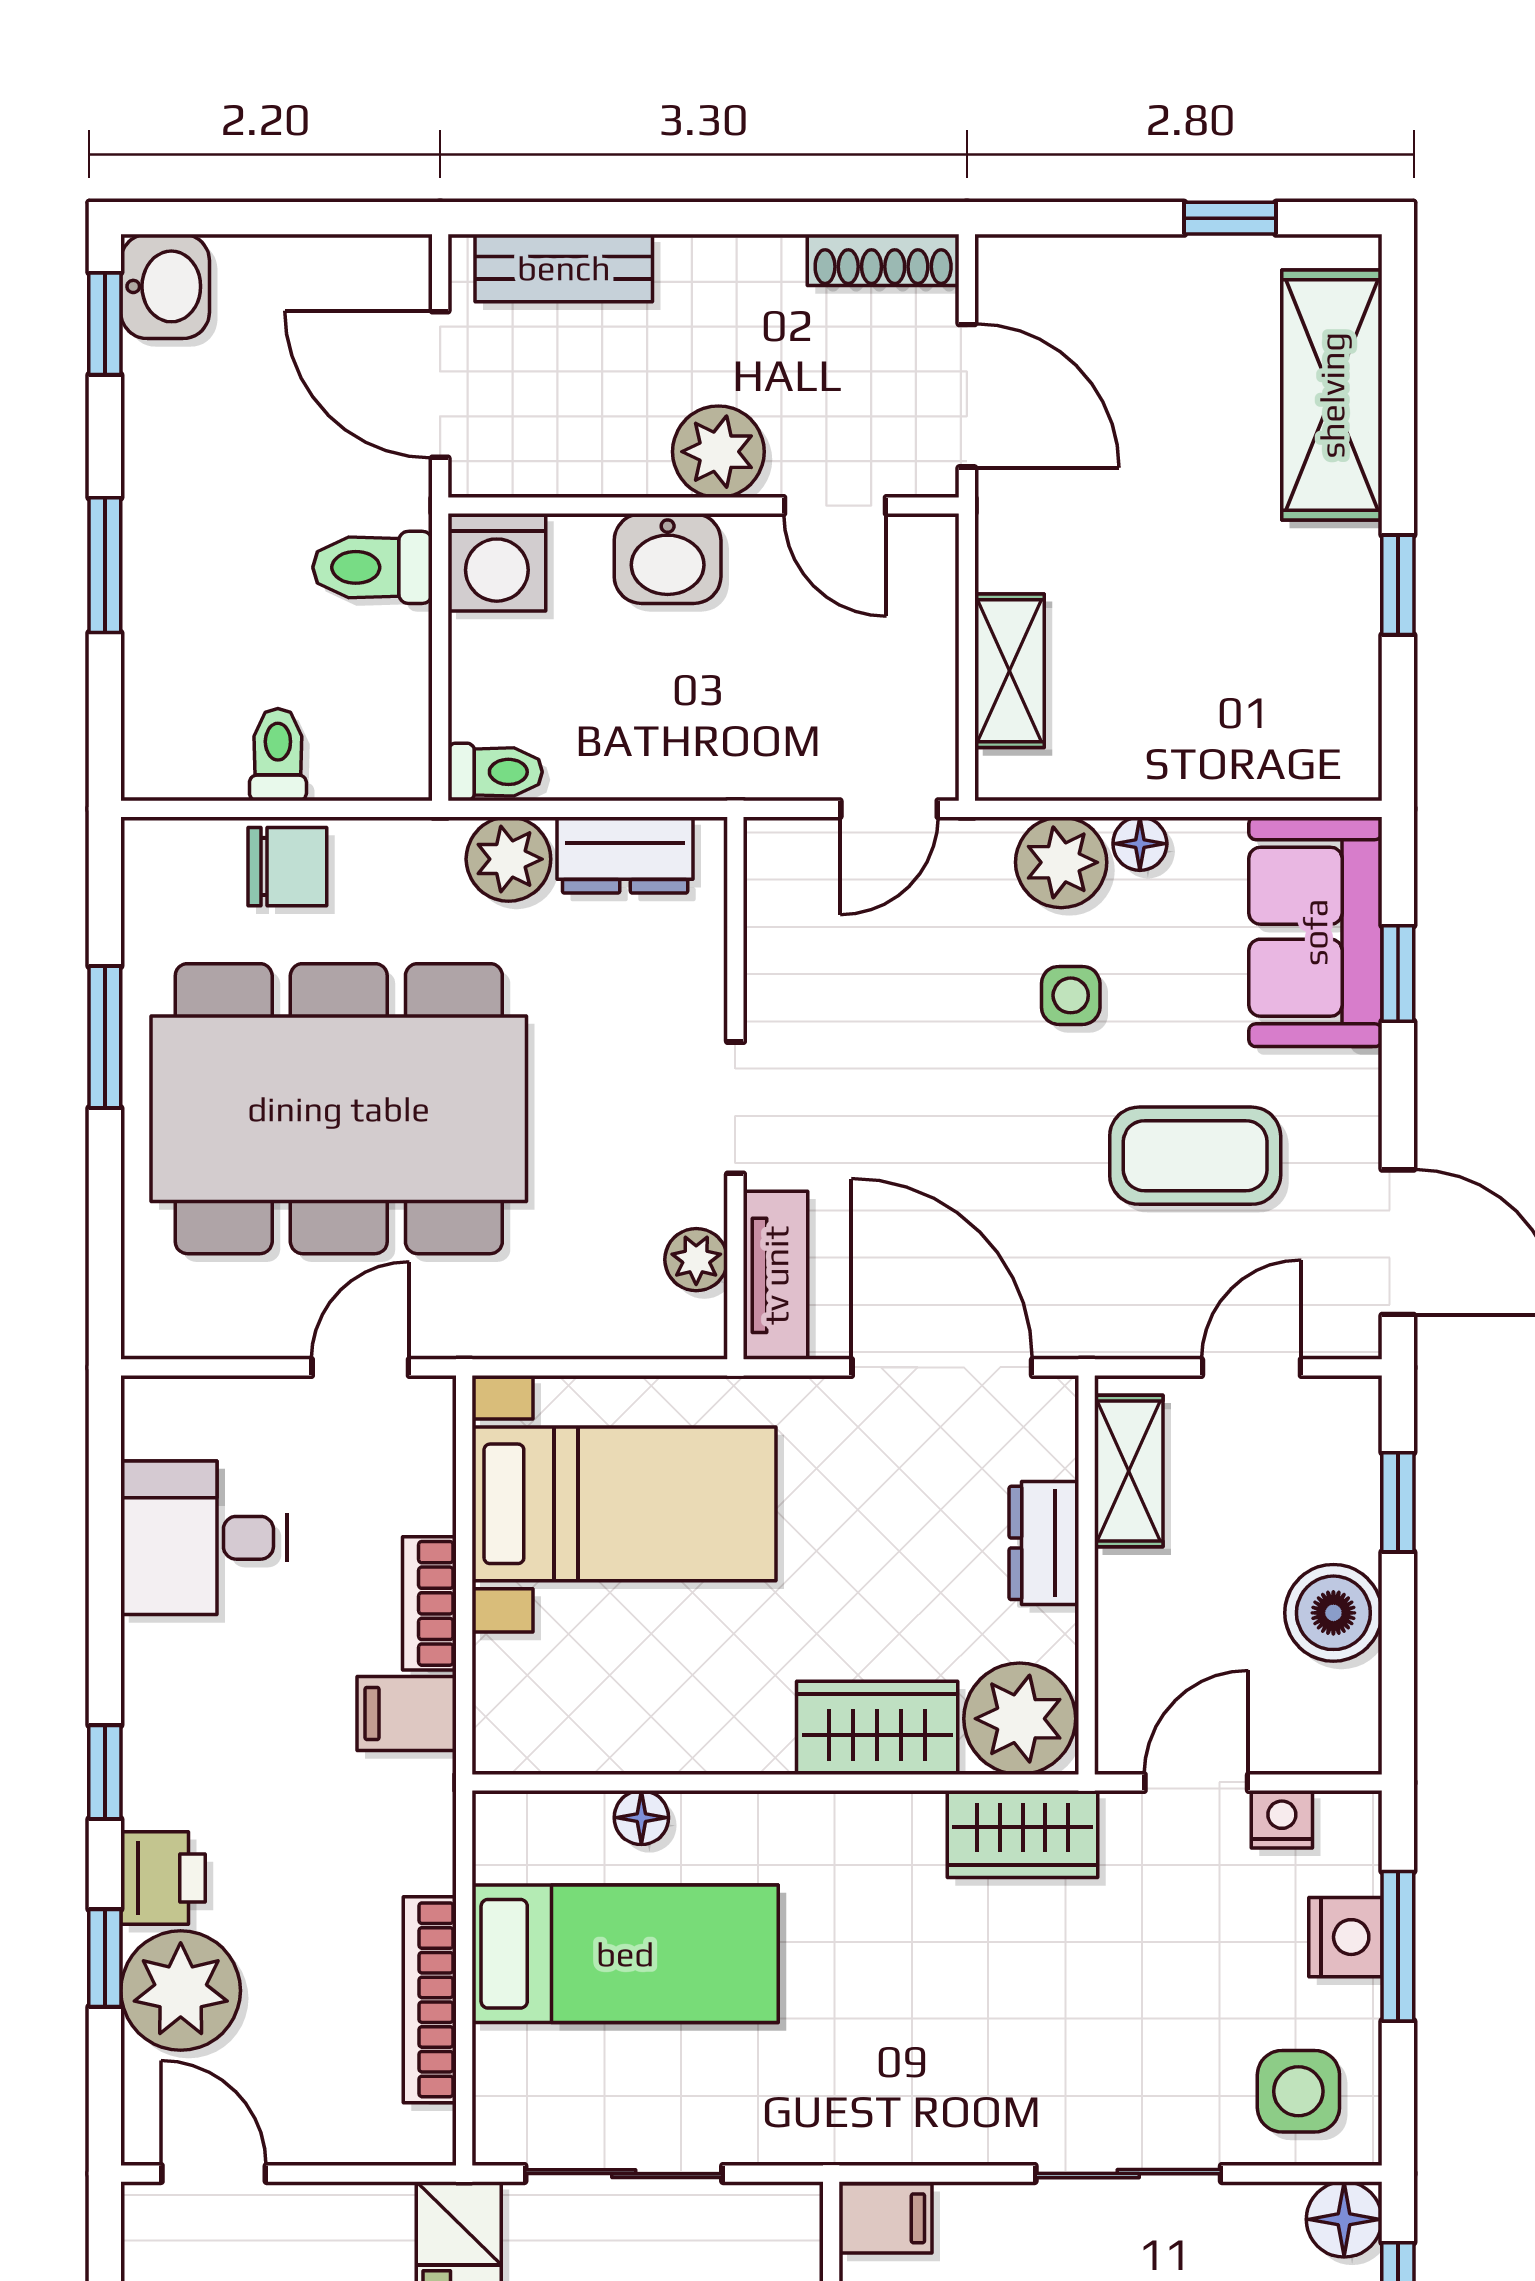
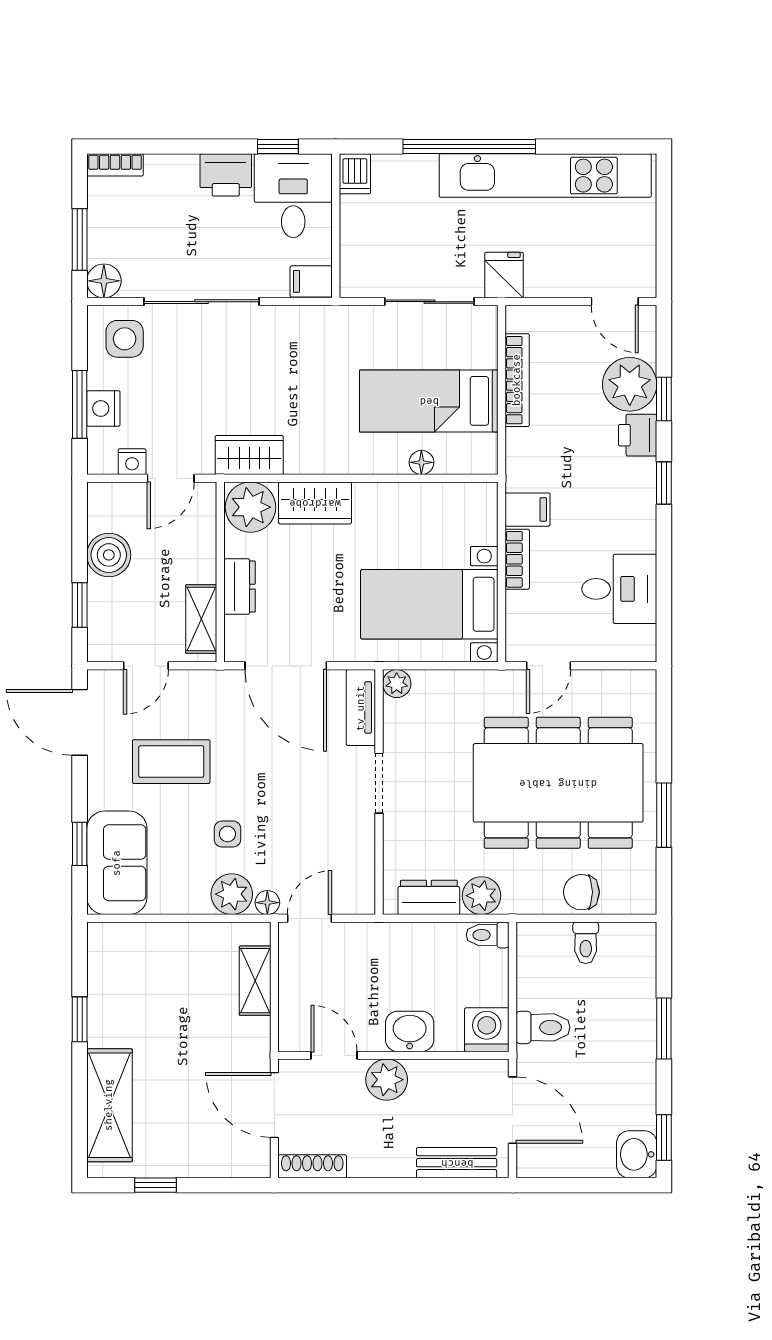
floor lamp: (1140, 844) -> (267, 903), moved
plant: (696, 1260) -> (397, 684), moved
sliding door: (1128, 2174) -> (201, 302), width x1.37

